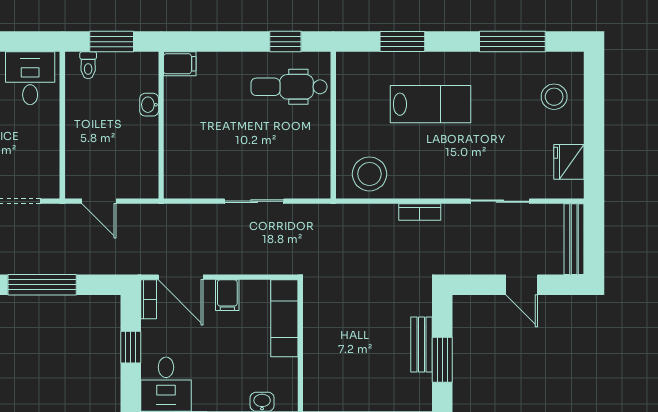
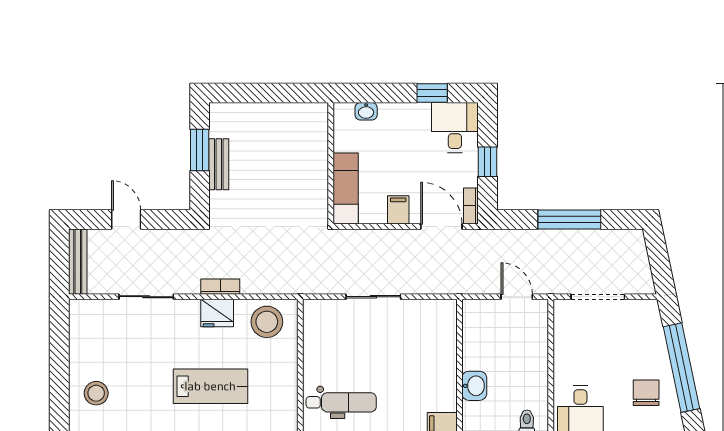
lab bench: (430, 104) -> (210, 386), turned 180
washbasin: (149, 105) -> (474, 386), width x1.38, depth x1.45
fridge: (569, 162) -> (217, 313), moved, turned 90

